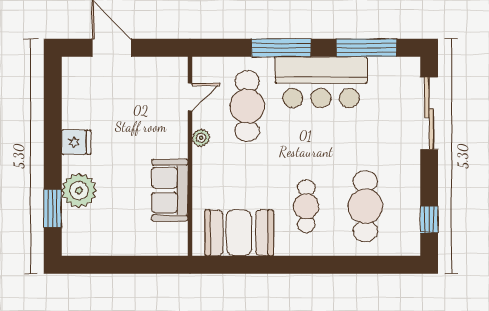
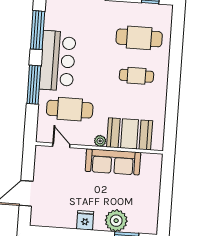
plant: (201, 138) -> (100, 141), moved
sofa: (170, 190) -> (113, 162), width x1.36
booth: (239, 233) -> (130, 134), moved, turned 90

